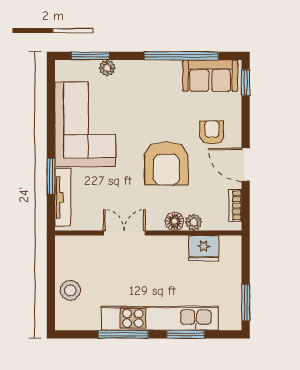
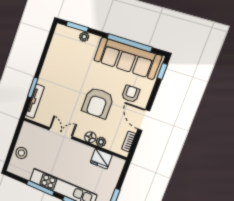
sofa: (210, 76) -> (127, 58), width x1.85, depth x1.27
corner sofa: (85, 124) -> (61, 65), removed

